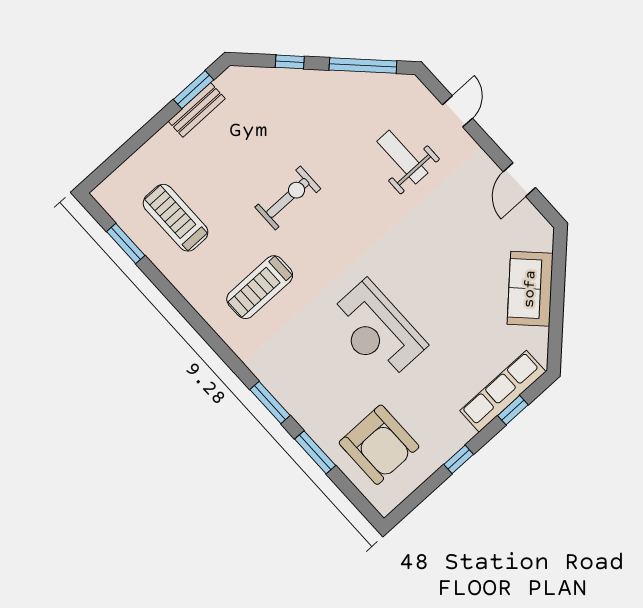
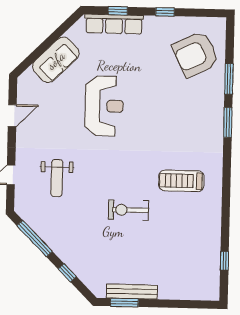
bench: (197, 110) -> (132, 292), width x1.36
treadmill: (176, 218) -> (190, 251), removed
window: (126, 243) -> (224, 261), width x0.67
treadmill: (260, 287) -> (181, 181), turned 180
reception desk: (377, 330) -> (104, 106), moved
armchair: (379, 445) -> (196, 54), turned -116

